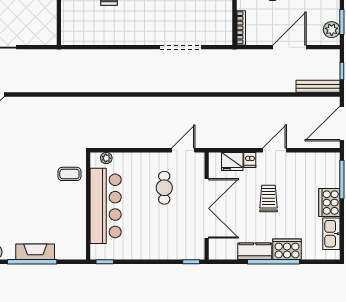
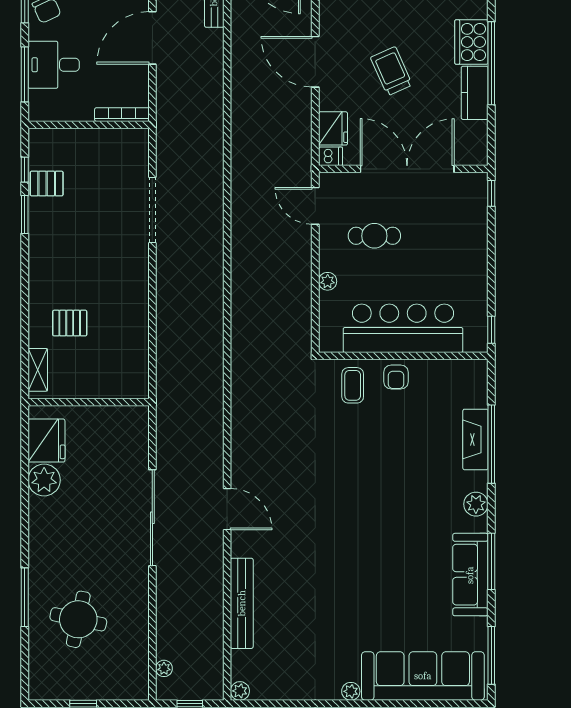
door: (290, 47) -> (152, 38), hinge flipped
door: (274, 150) -> (315, 62), width x1.36
plant: (106, 158) -> (328, 281), moved
dishwasher: (250, 160) -> (330, 156), moved
trolley: (269, 199) -> (391, 71), turned 66
armchair: (75, 201) -> (396, 377), added

